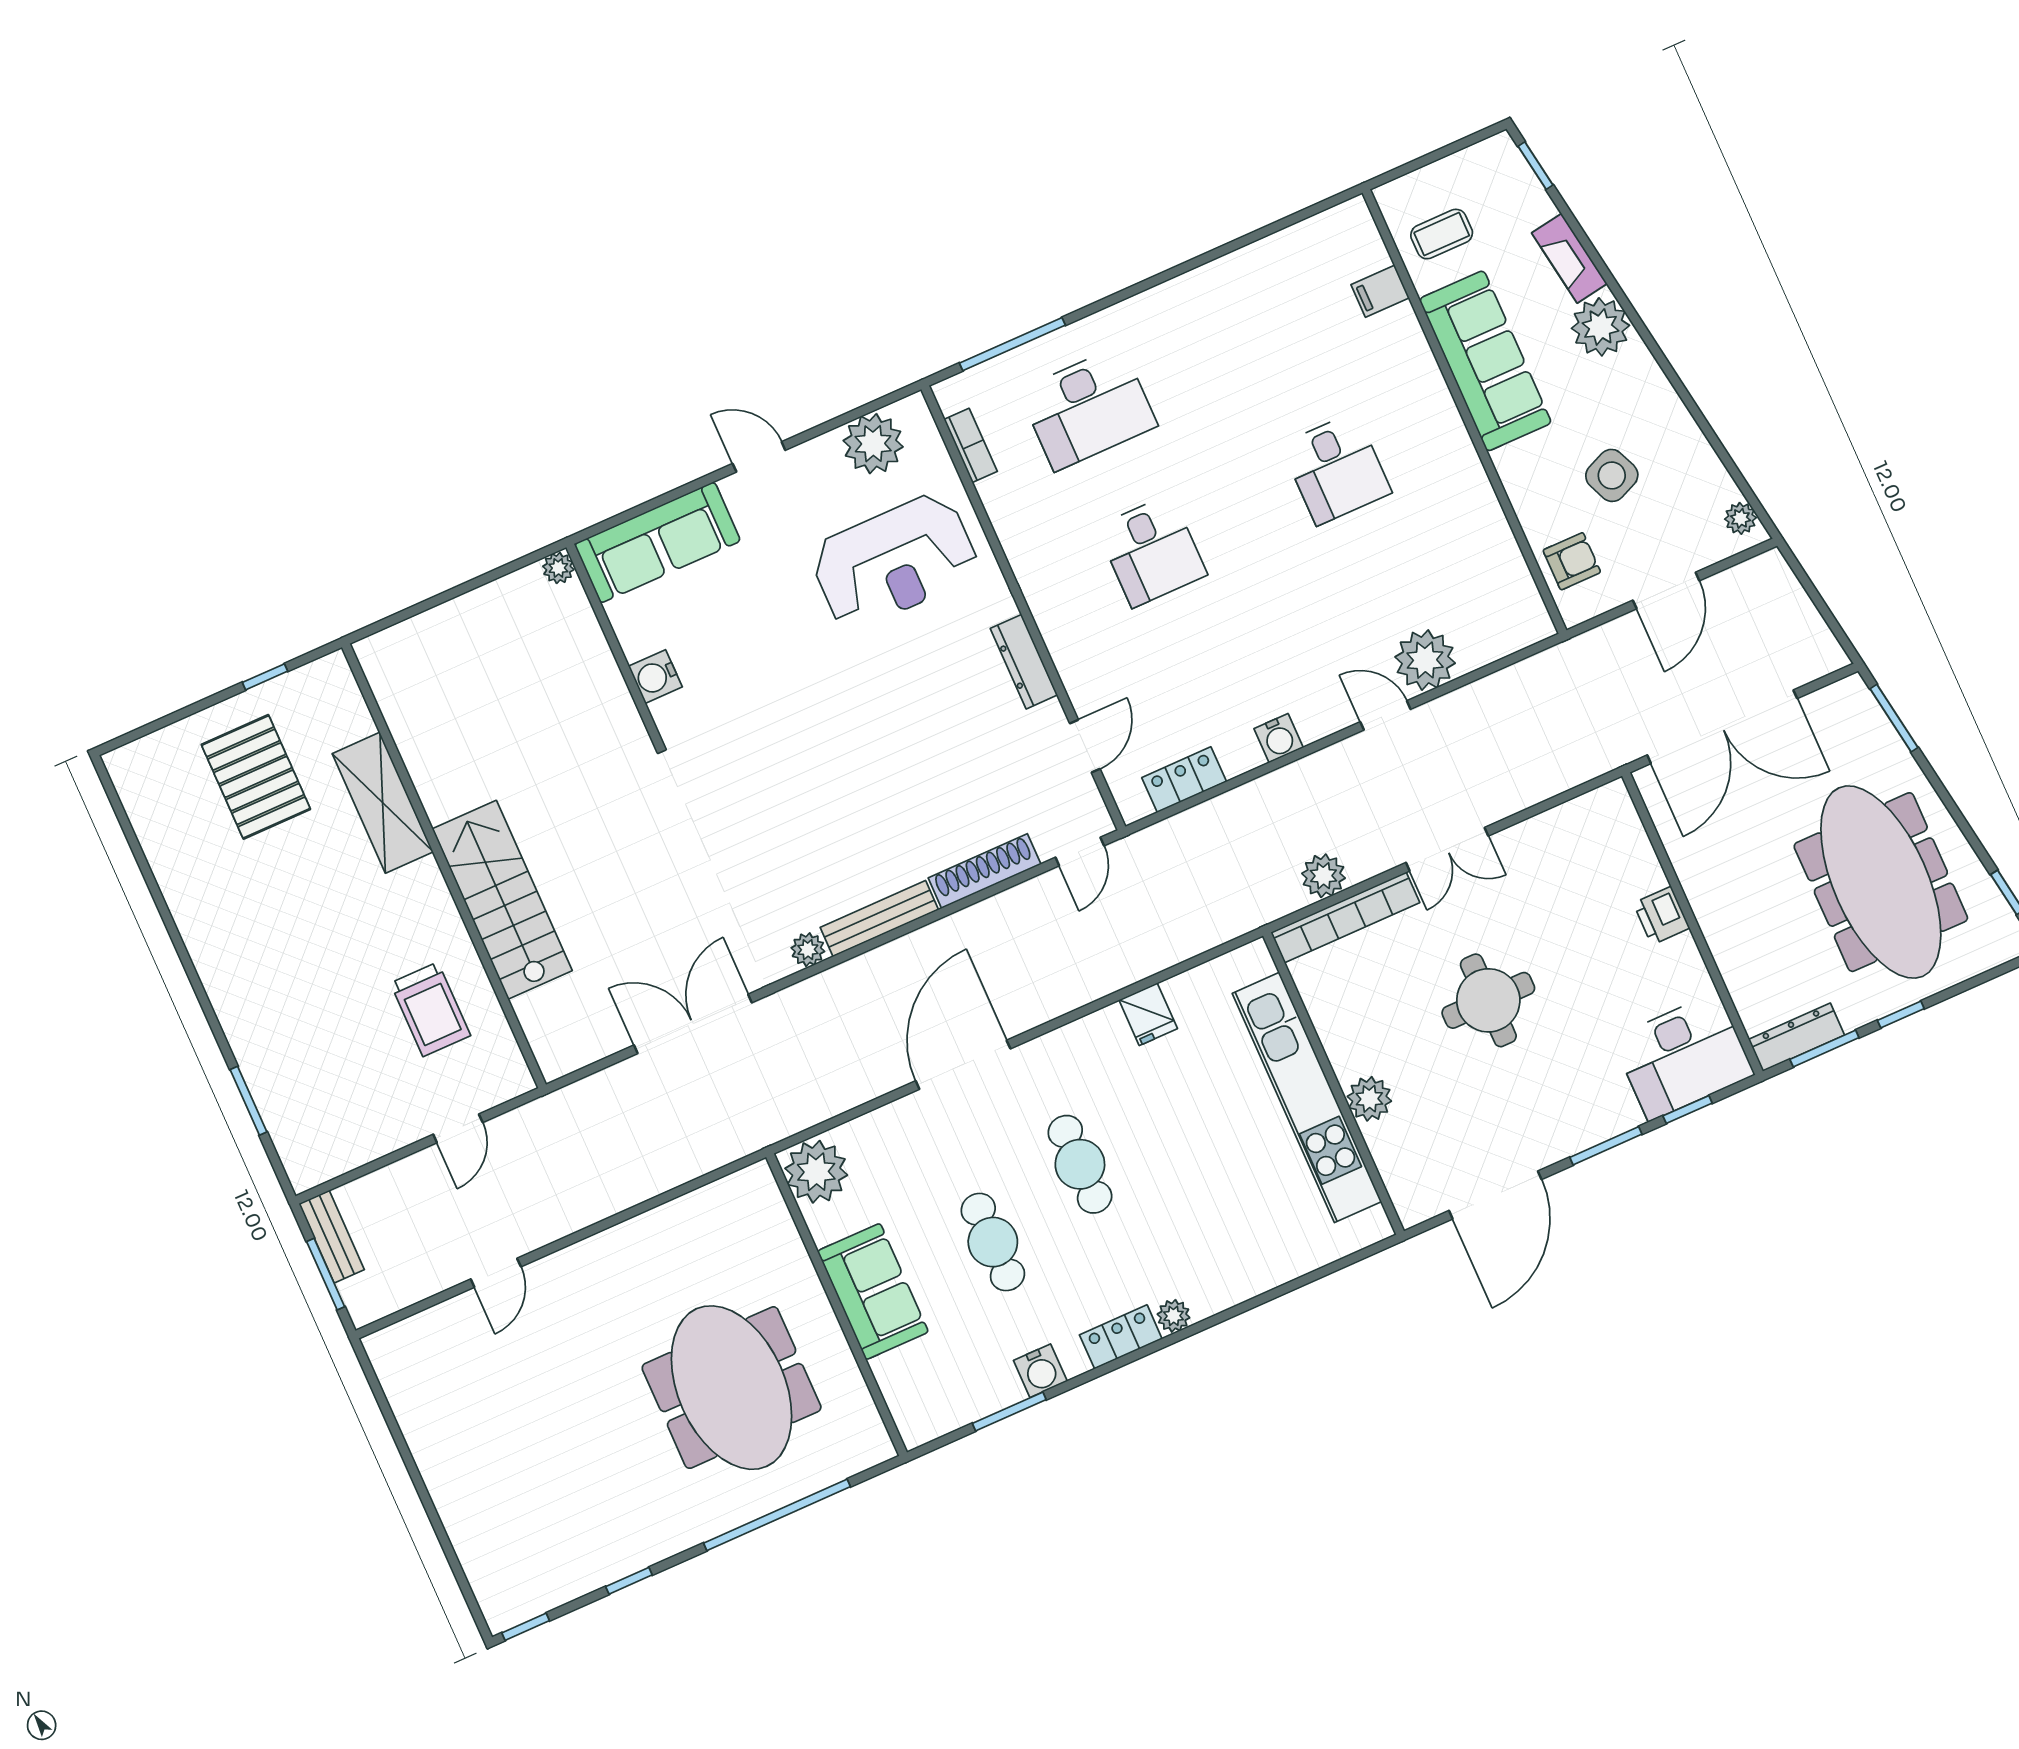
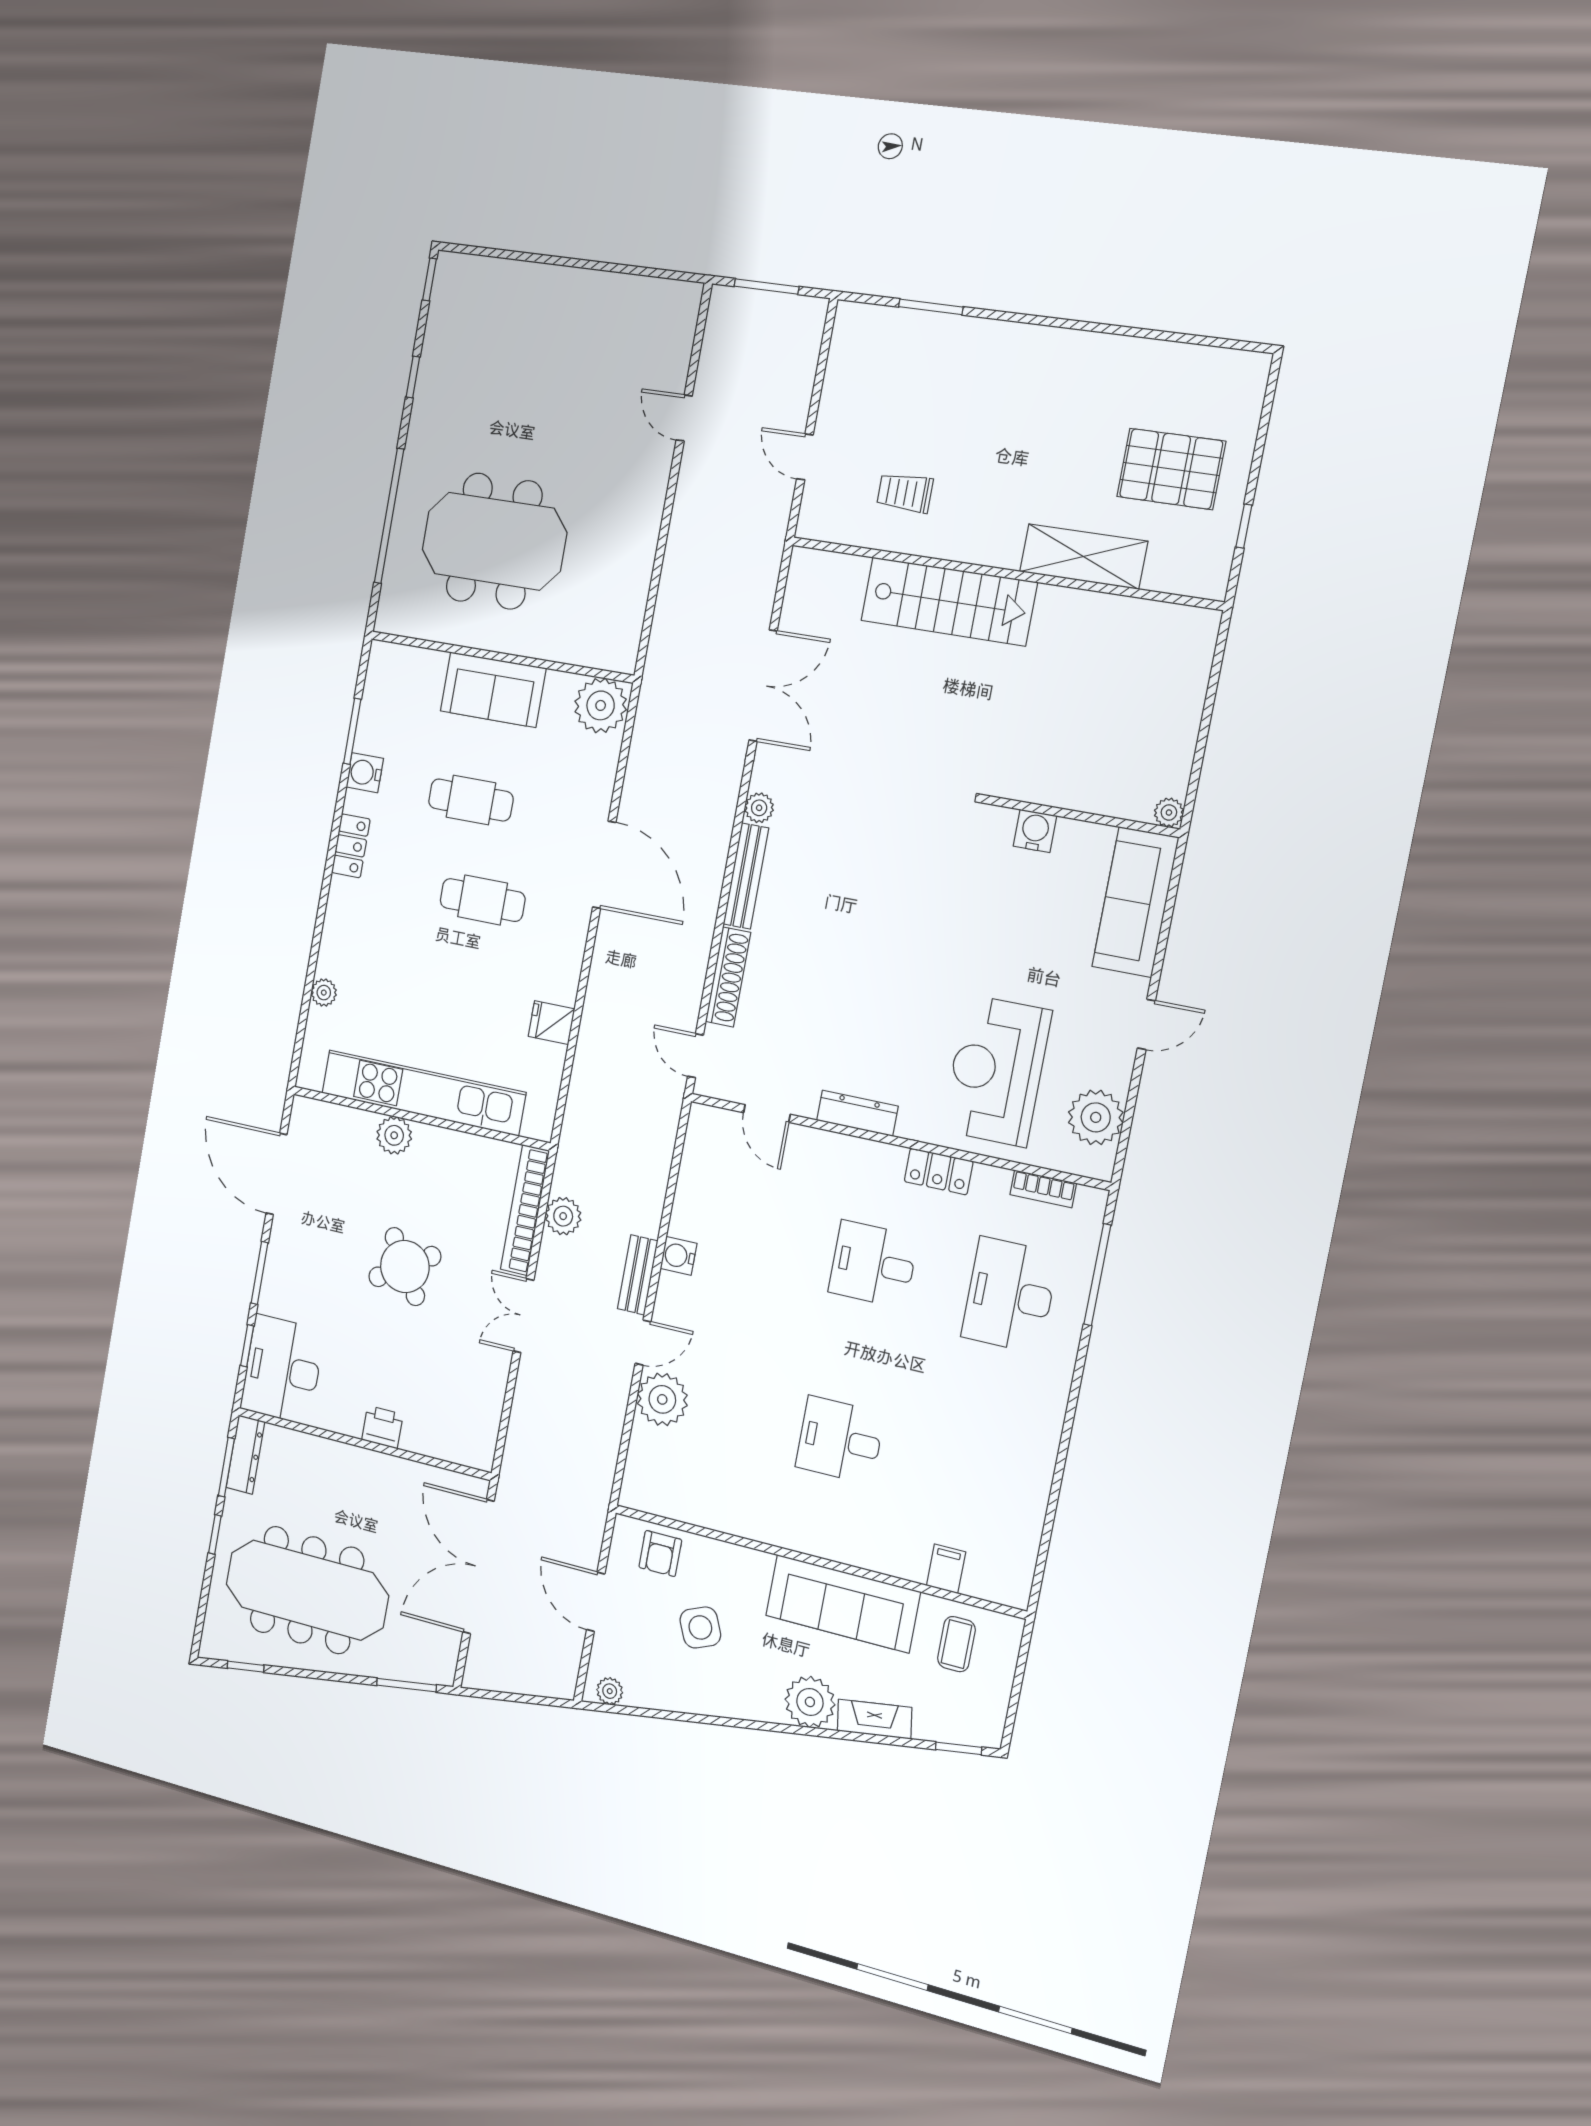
locker: (1184, 780) -> (939, 1171), moved, turned 90
round table: (1488, 1000) -> (405, 1267), turned -32
trolley: (430, 1009) -> (905, 493), width x0.73, depth x0.72
bench: (332, 1237) -> (638, 1275), moved, turned 90
plant: (1174, 1316) -> (324, 993), moved

